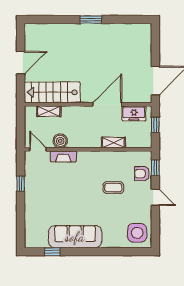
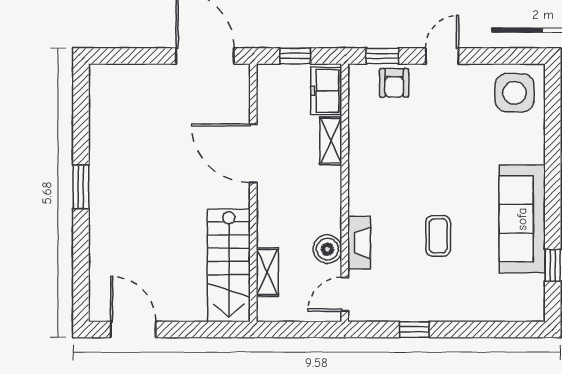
door: (21, 63) -> (133, 329), moved
freezer: (134, 113) -> (326, 91), moved, turned 180
coffee table: (113, 188) -> (438, 236), moved

